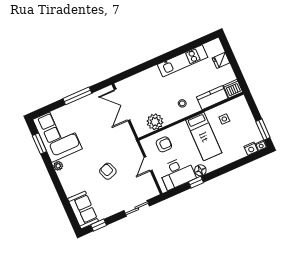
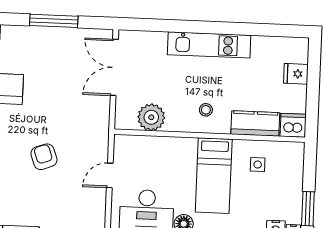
kitchen unit: (182, 61) -> (209, 45), moved
armchair: (164, 144) -> (148, 158), removed

